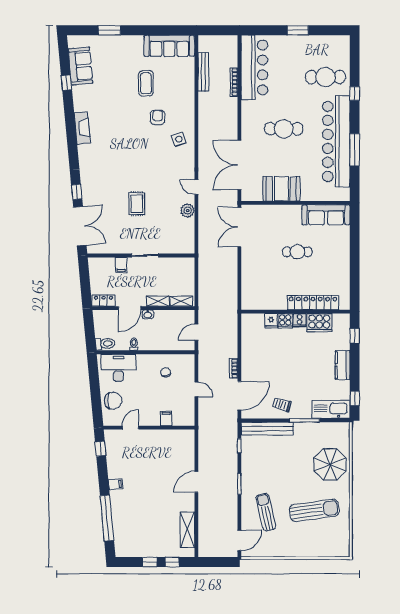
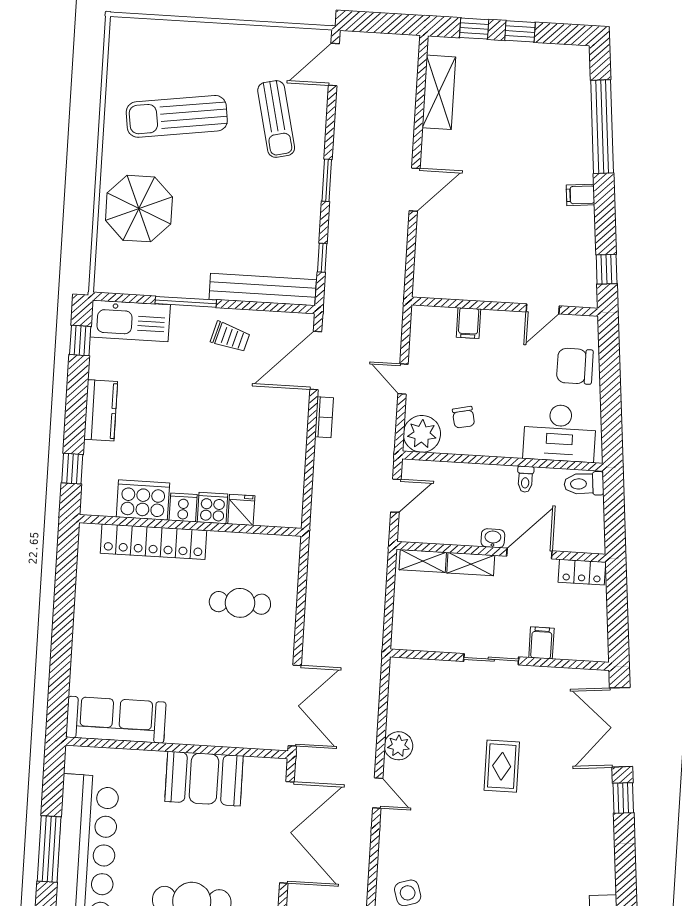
cafe table: (297, 252) -> (240, 603), moved
plant: (186, 363) -> (422, 434), added

